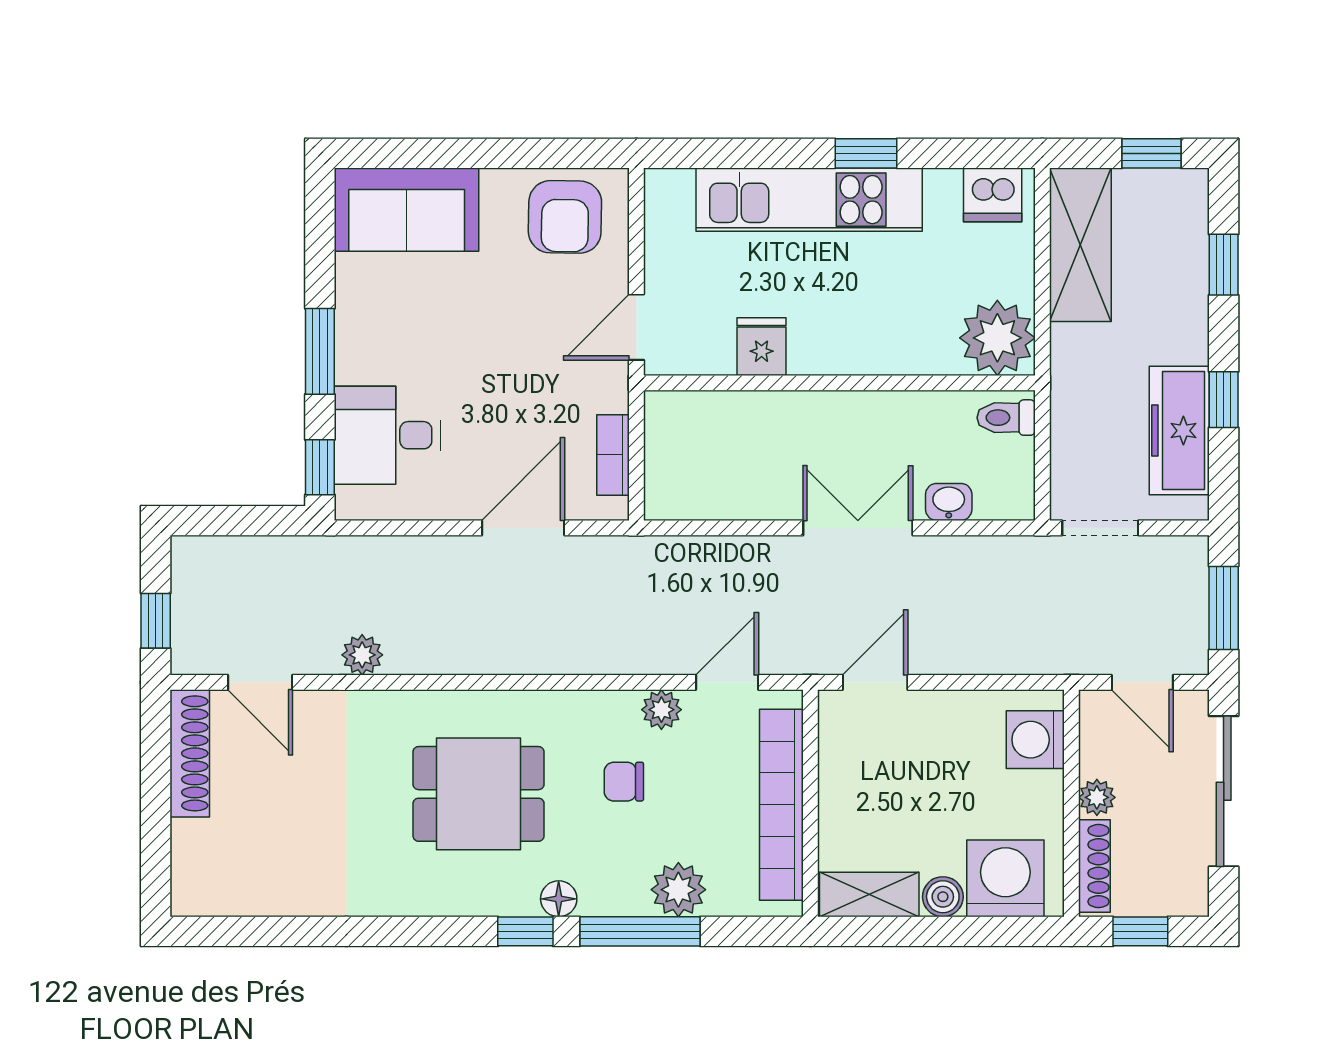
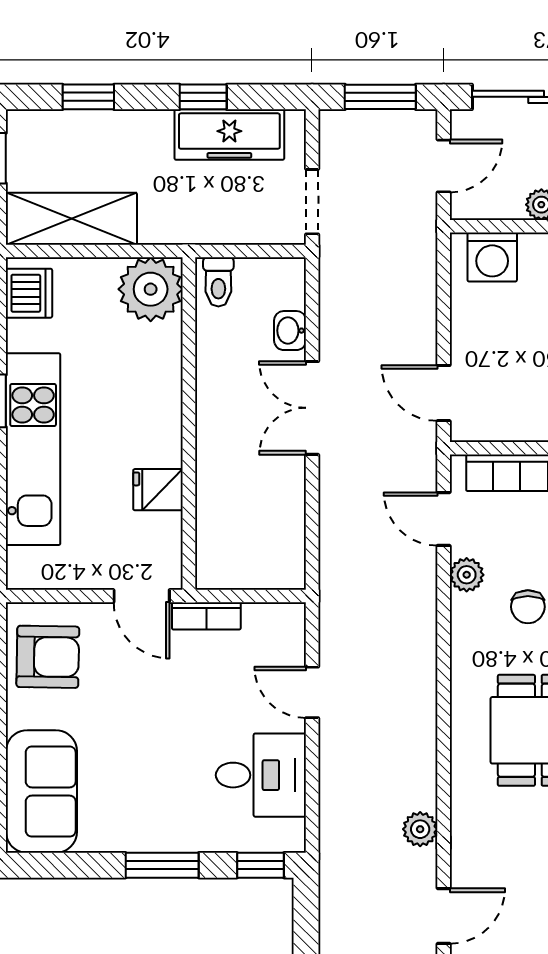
desk: (387, 435) -> (261, 775), moved, turned -90
bookcase: (613, 455) -> (206, 616), moved
door: (523, 528) -> (312, 692), width x0.73

